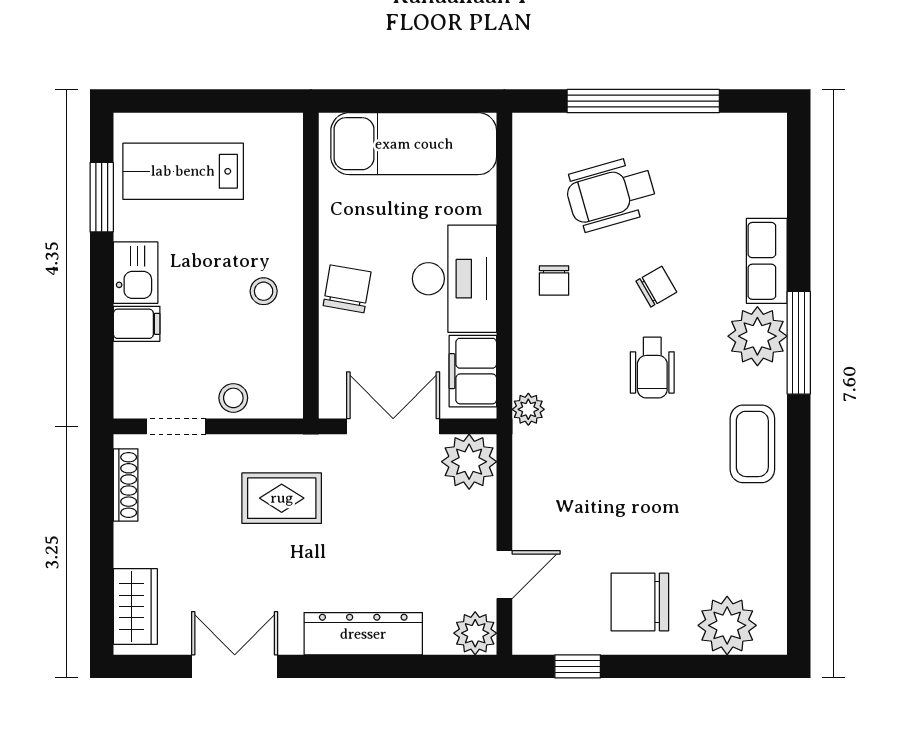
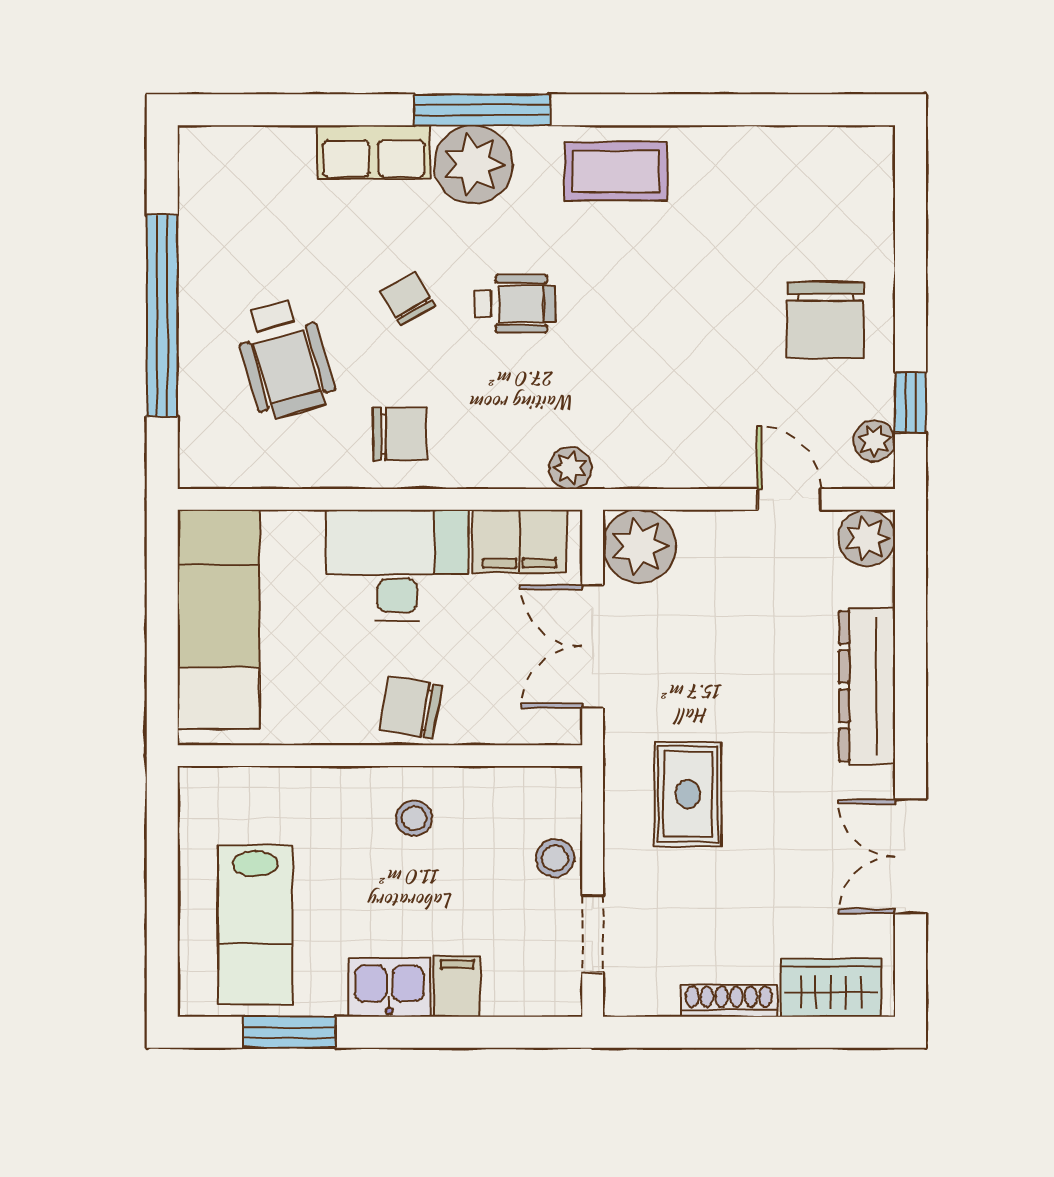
chair: (554, 281) -> (400, 434), width x1.37, depth x1.37
shoe rack: (126, 485) -> (729, 1001), moved
plant: (727, 625) -> (874, 441), moved, width x0.53, depth x0.53

